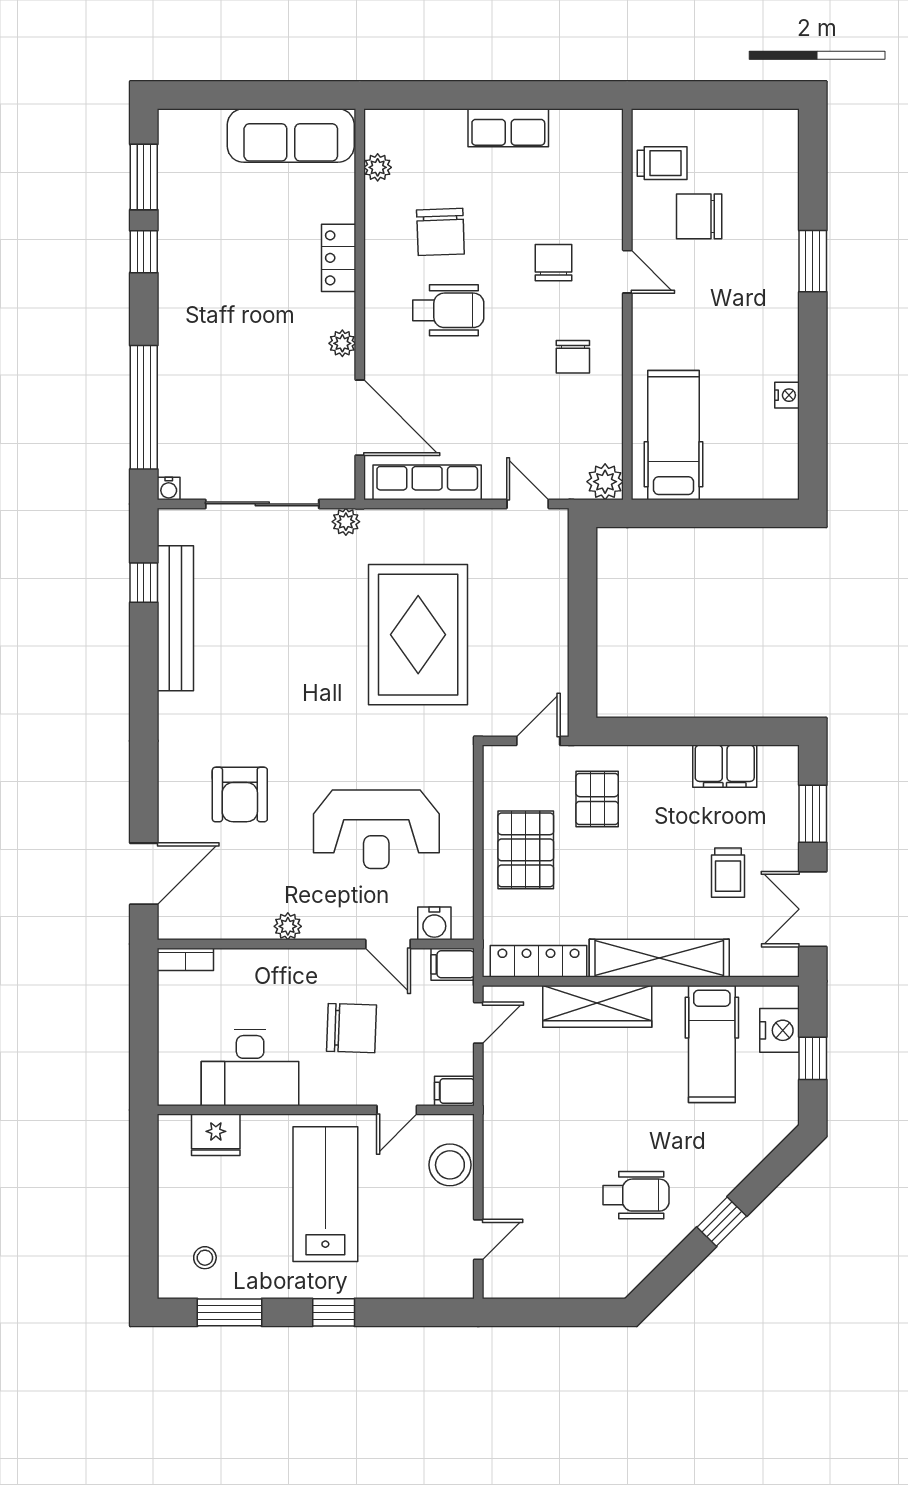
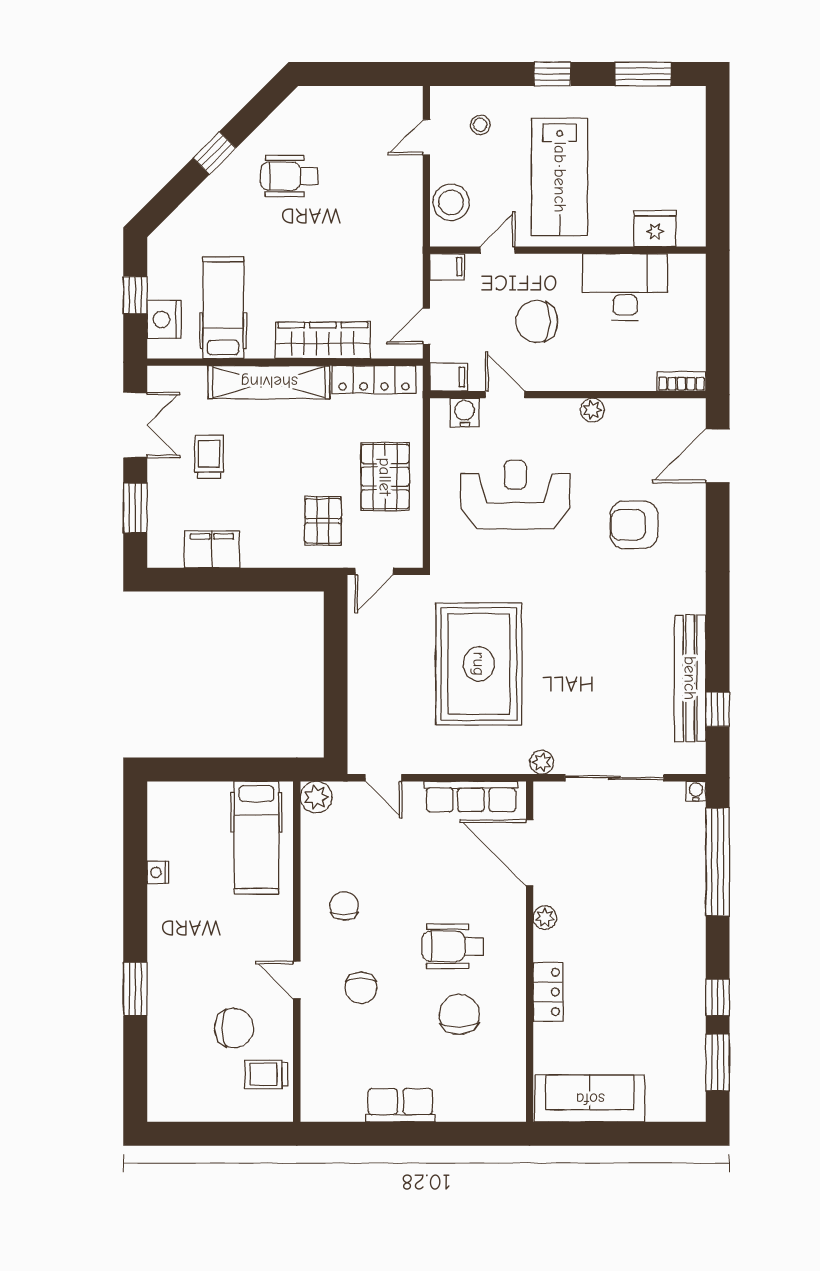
plant: (378, 167) -> (514, 1071), removed
armchair: (240, 795) -> (634, 525), turned -90
stool: (205, 1258) -> (480, 125), moved

